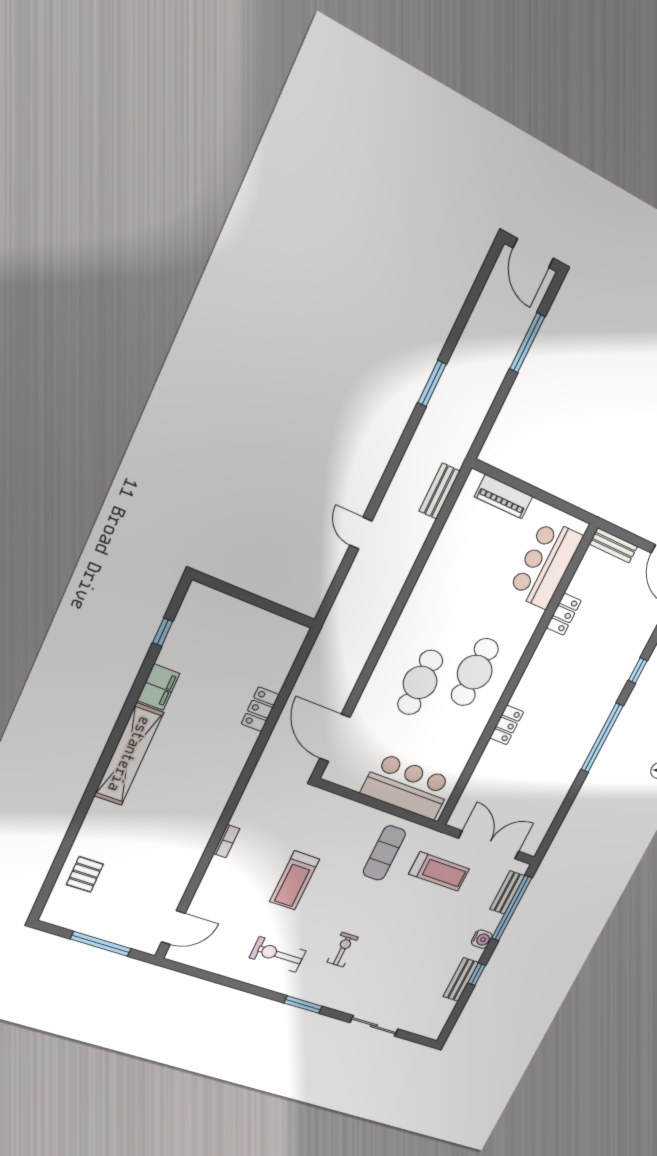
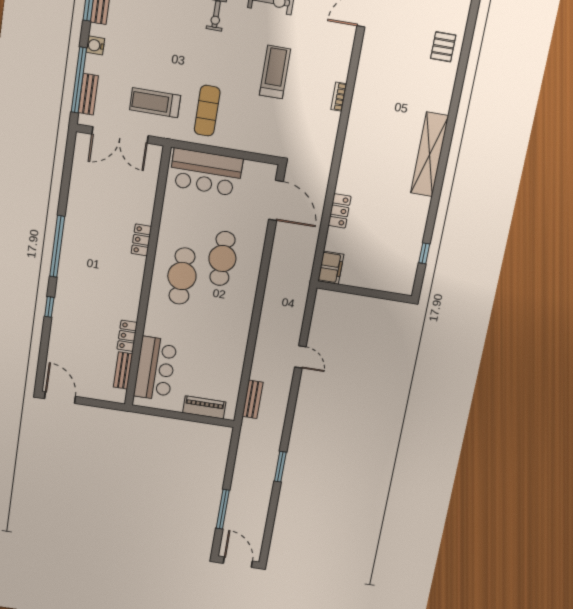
bench: (613, 545) -> (123, 370), moved, turned 90
filing cabinet: (158, 687) -> (331, 268), moved, turned 180

